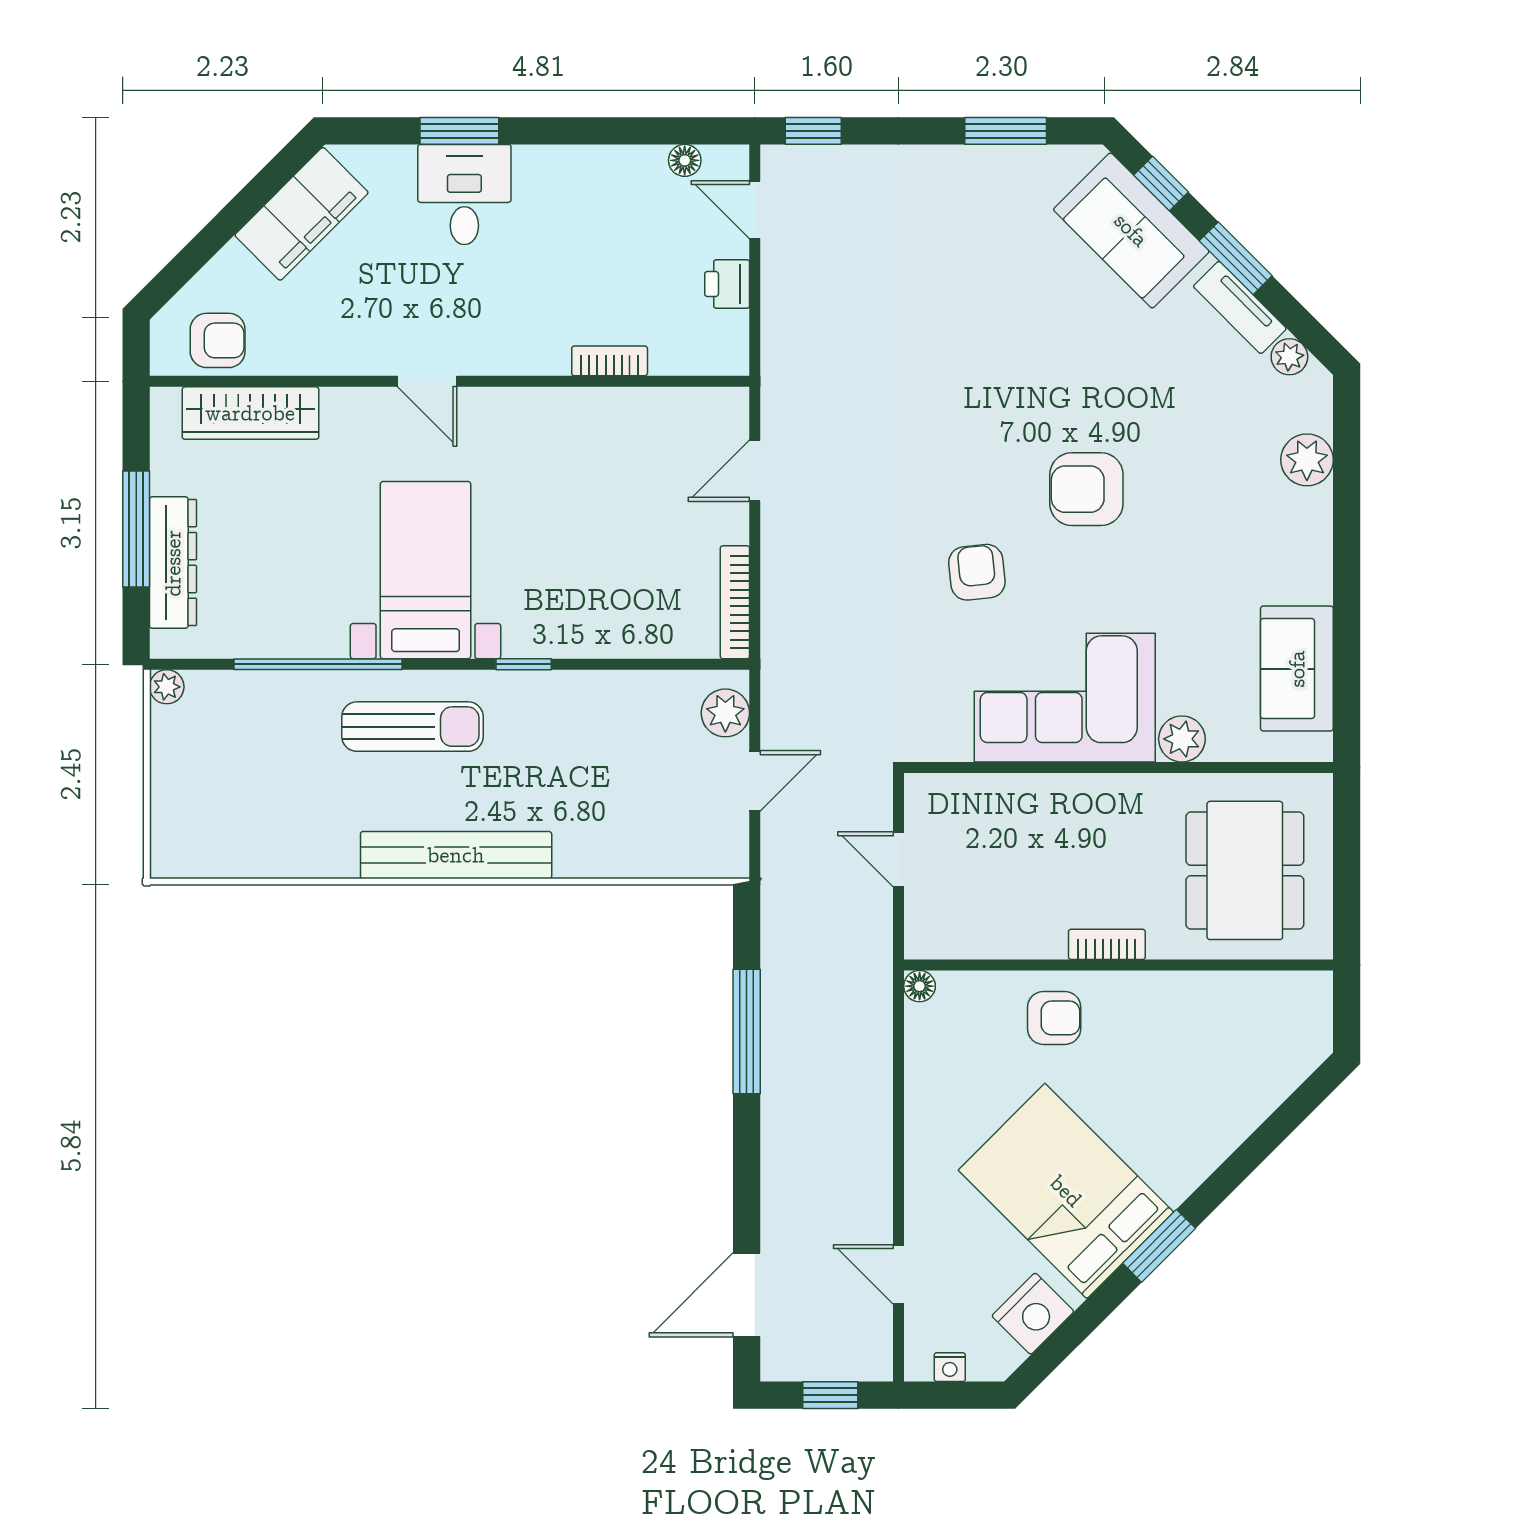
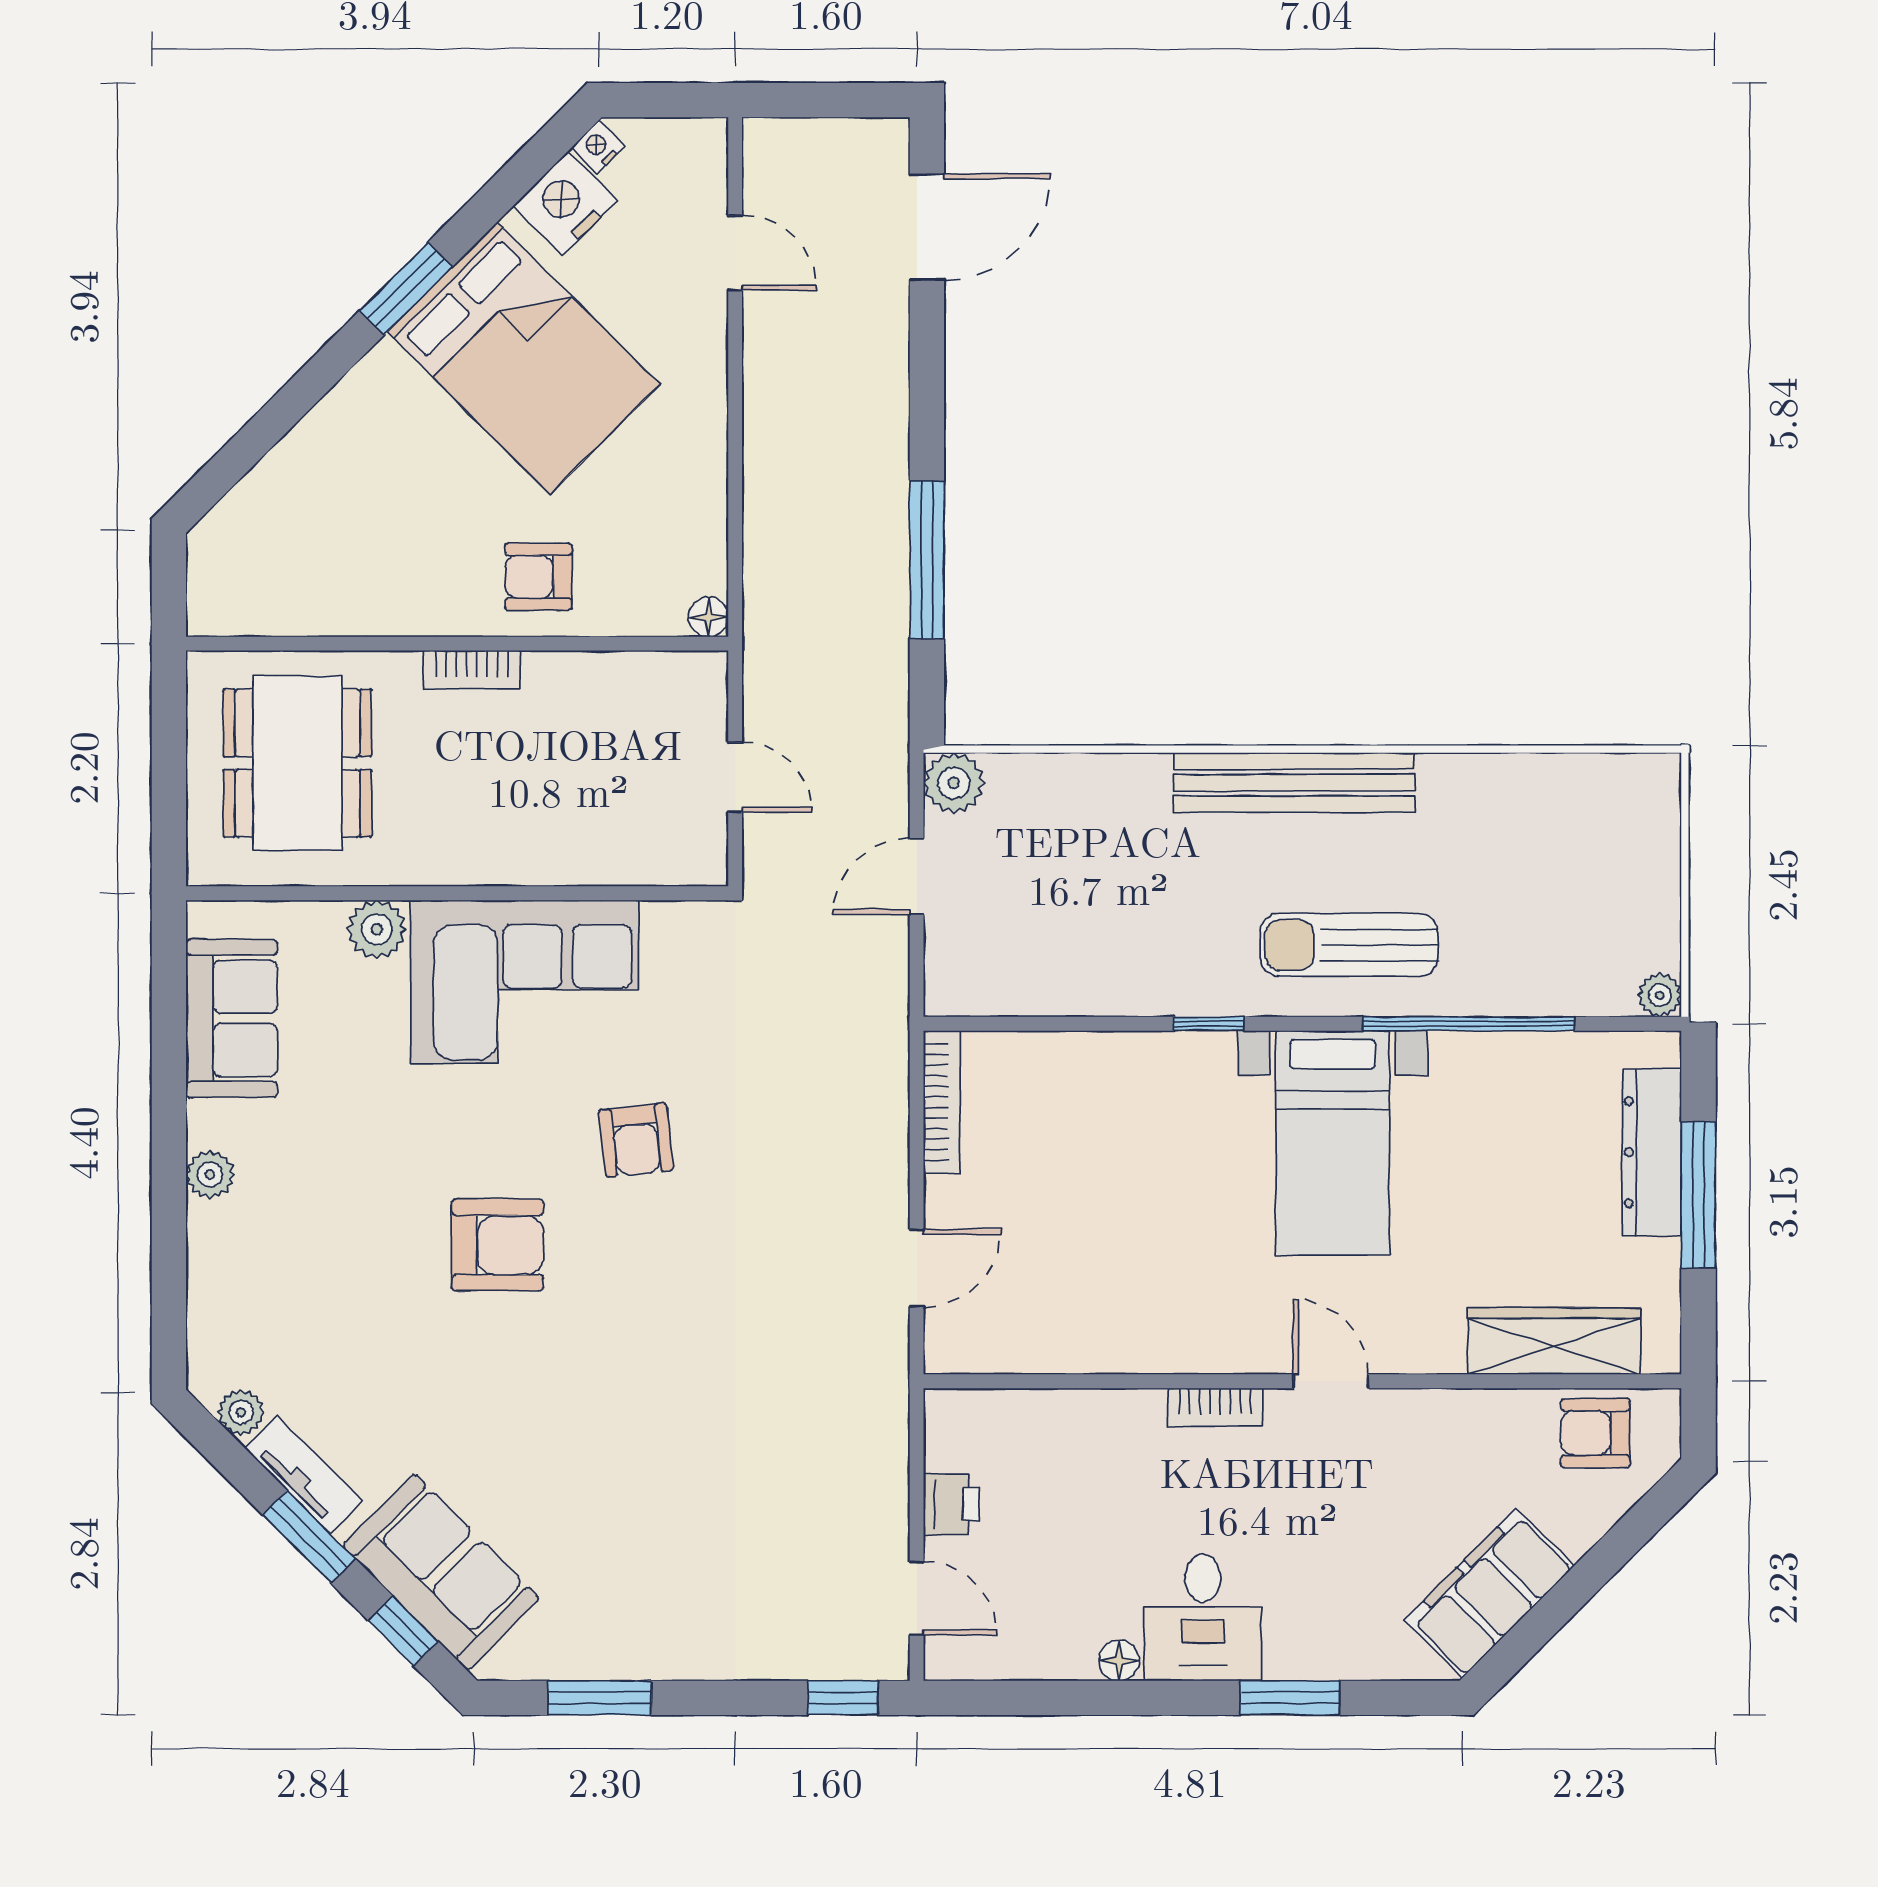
floor lamp: (685, 160) -> (1119, 1660), moved
desk: (464, 194) -> (1203, 1617), moved
bookcase: (610, 361) -> (1215, 1407), moved
plant: (1307, 460) -> (210, 1175), moved, width x0.73, depth x0.73
plant: (725, 713) -> (954, 783), moved
nightstand: (950, 1367) -> (598, 147), moved, turned -45
window: (830, 1395) -> (821, 100), removed

